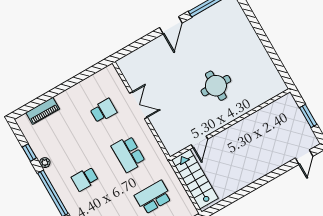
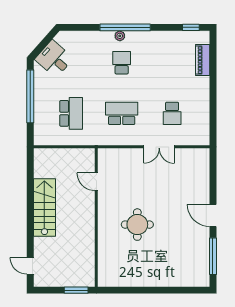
window: (308, 116) -> (76, 290), moved
window: (29, 153) -> (191, 27), moved
plant: (45, 163) -> (120, 36), moved
stairs: (195, 179) -> (44, 207), moved, turned -90

